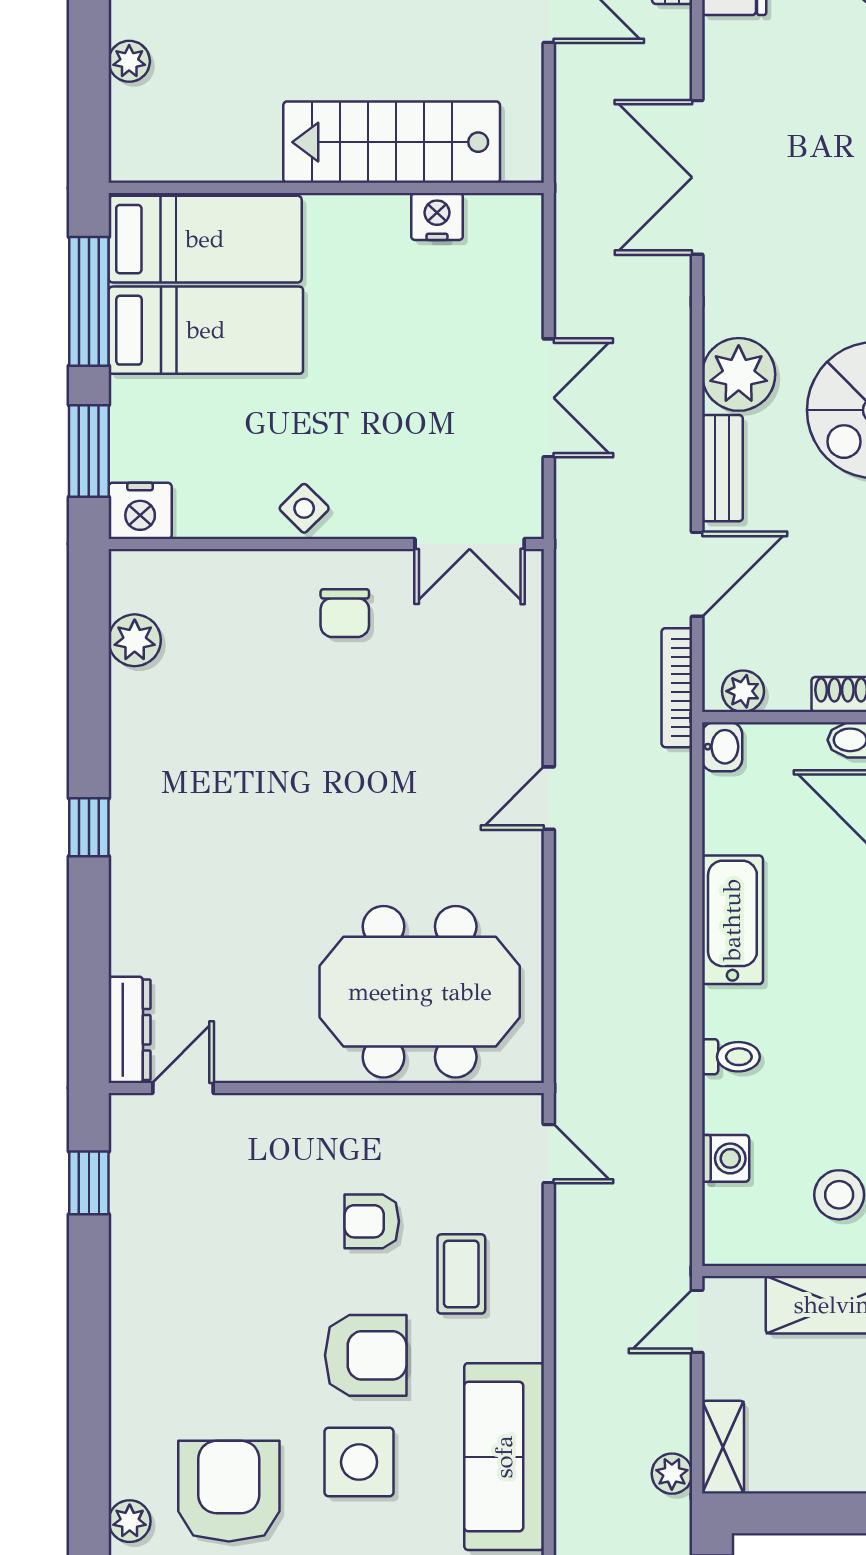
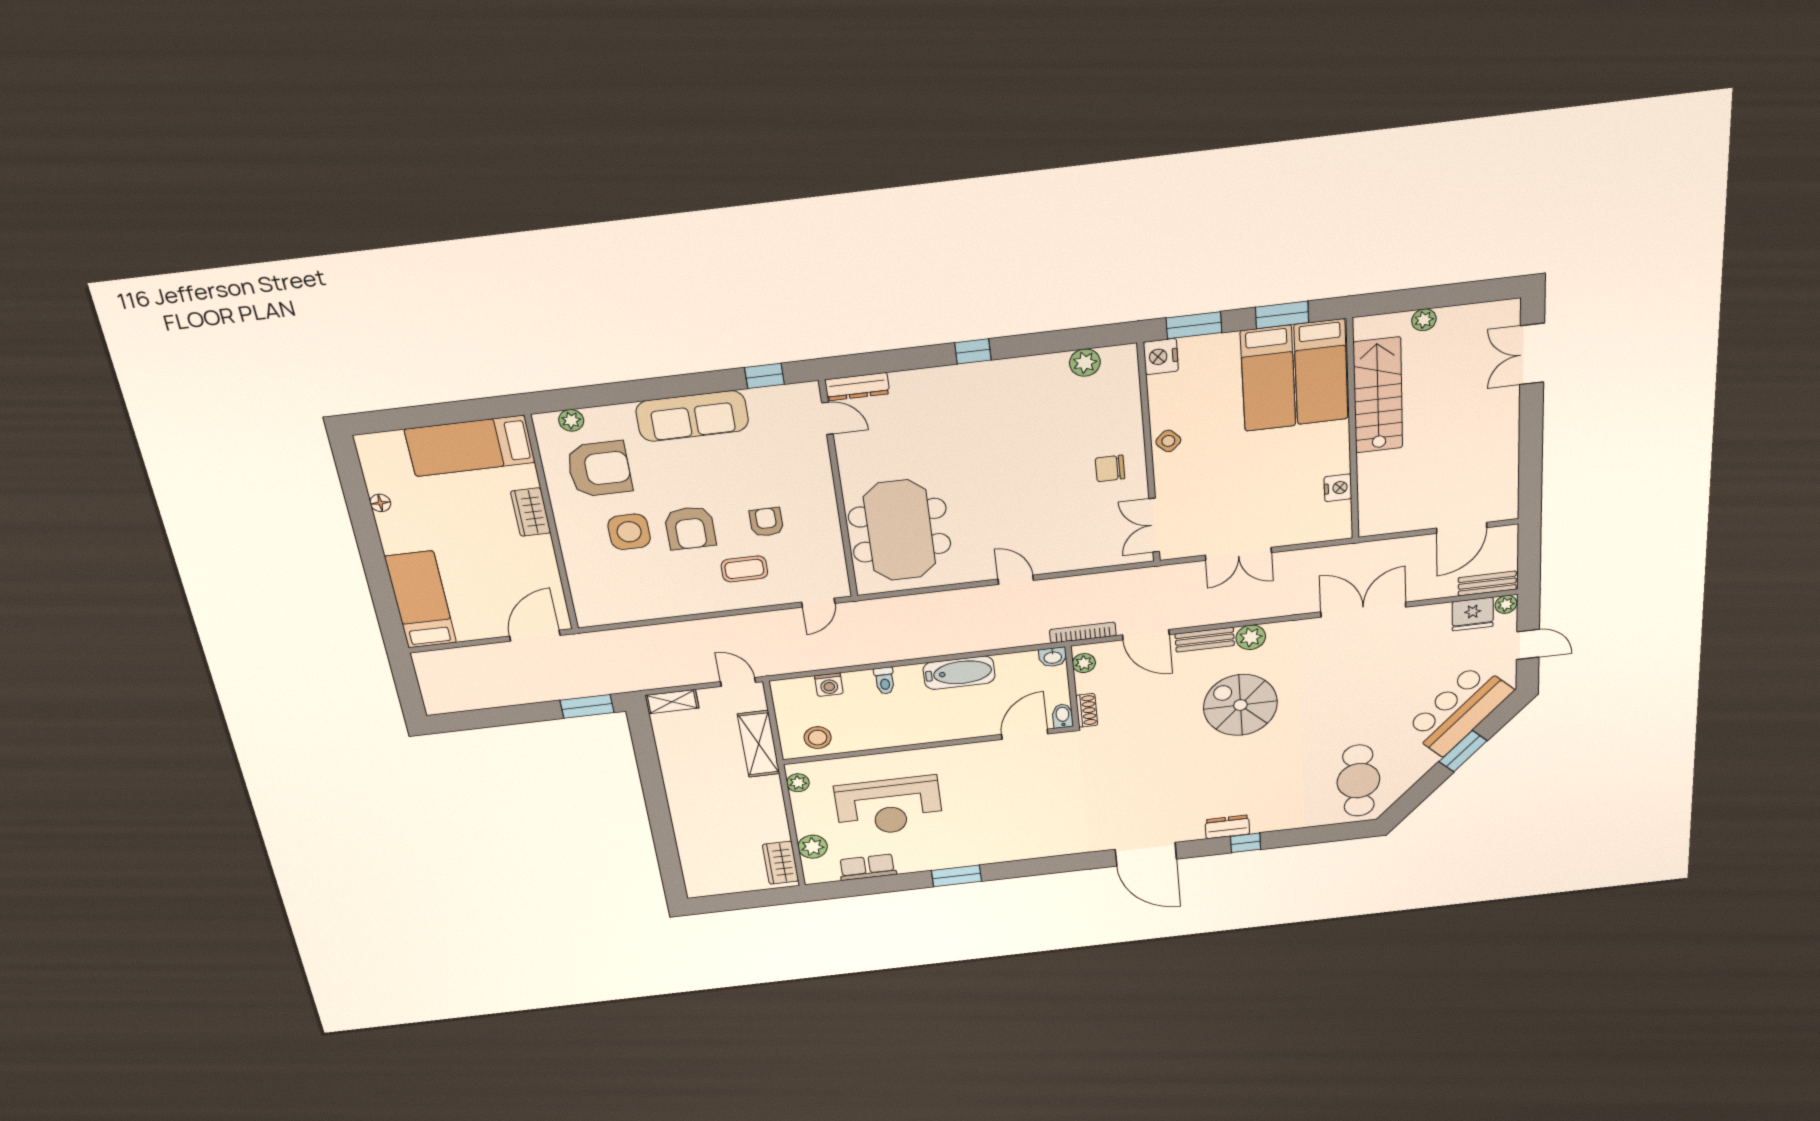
stairs: (392, 142) -> (1378, 395), moved
window: (89, 301) -> (1282, 315), width x0.69
plant: (739, 374) -> (1251, 637), width x0.73, depth x0.73
sofa: (504, 1457) -> (692, 416), moved, turned 180
plant: (672, 1474) -> (653, 680), removed

